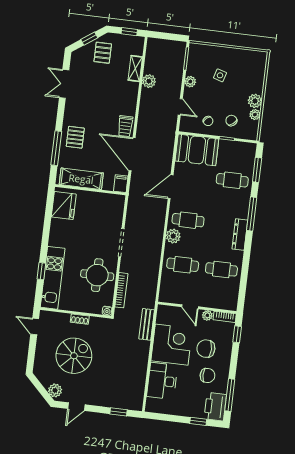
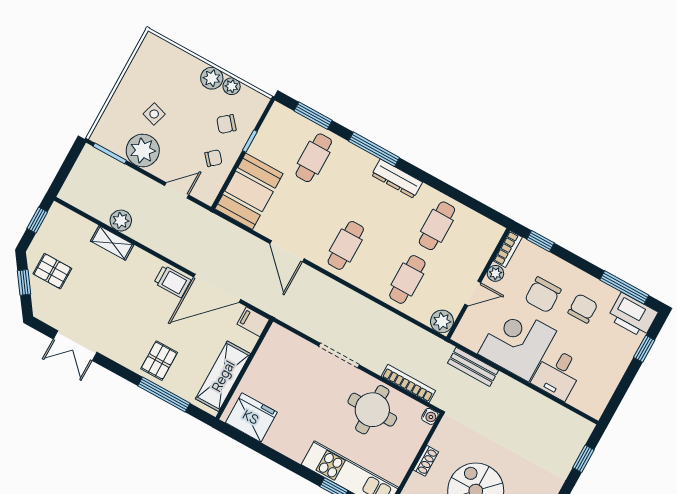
shelving: (135, 69) -> (112, 243), moved
plant: (190, 82) -> (143, 150), width x1.88, depth x1.88
pallet: (75, 137) -> (159, 361), turned 90
plant: (173, 236) -> (442, 321), moved
desk: (162, 381) -> (558, 374), width x0.73

